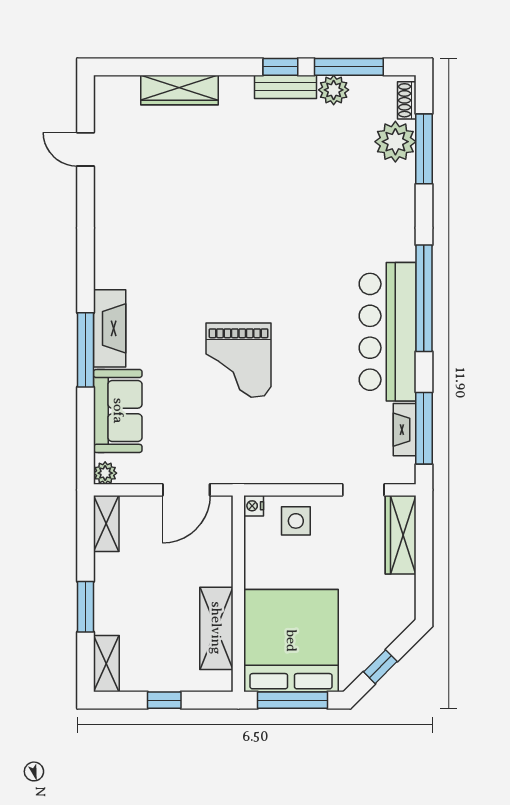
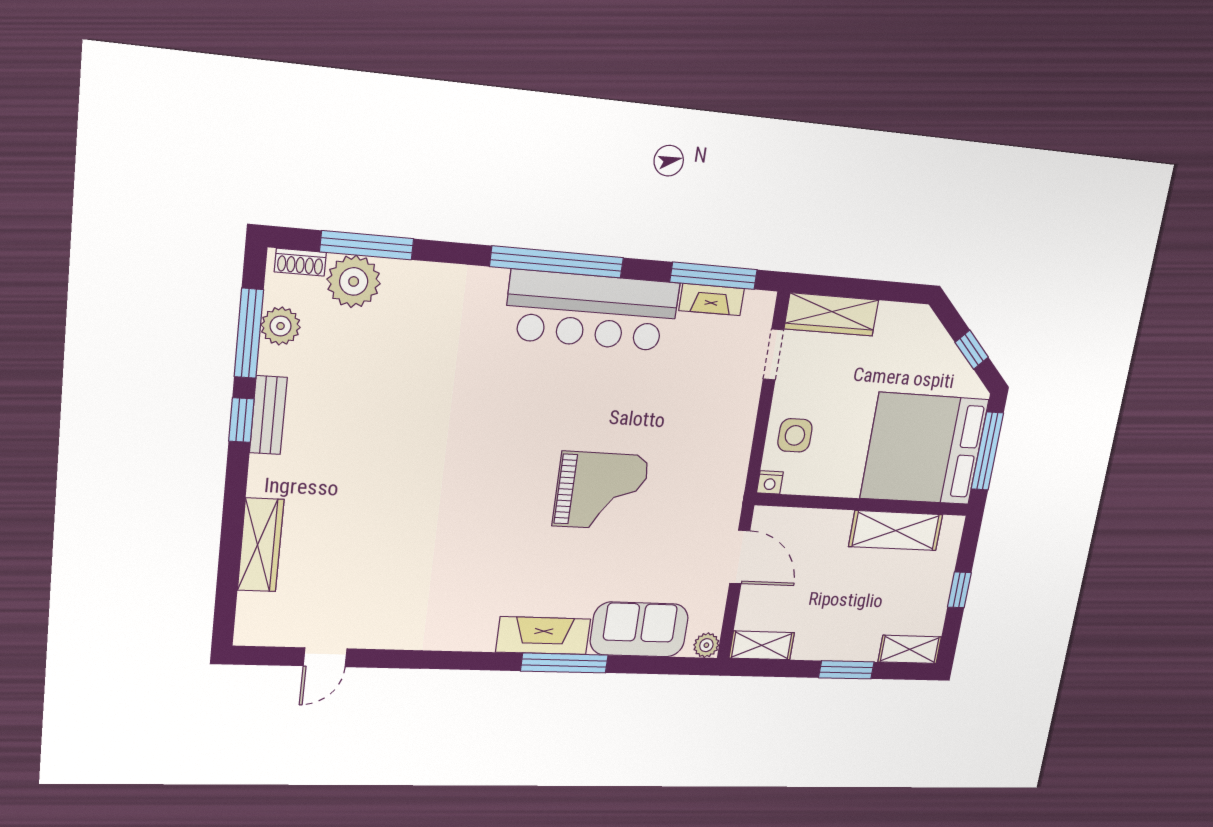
plant: (334, 90) -> (281, 326), moved

